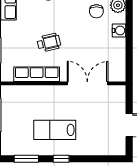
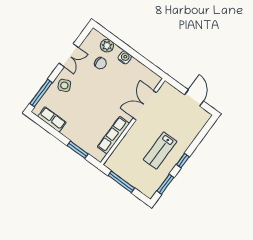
wheelchair: (49, 43) -> (98, 111), removed

